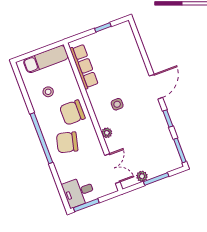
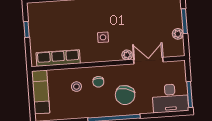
stool: (48, 92) -> (76, 87), moved
chair: (72, 112) -> (98, 82), width x0.54, depth x0.54
double door: (112, 169) -> (148, 61), moved
desk: (79, 192) -> (170, 98), width x1.37

